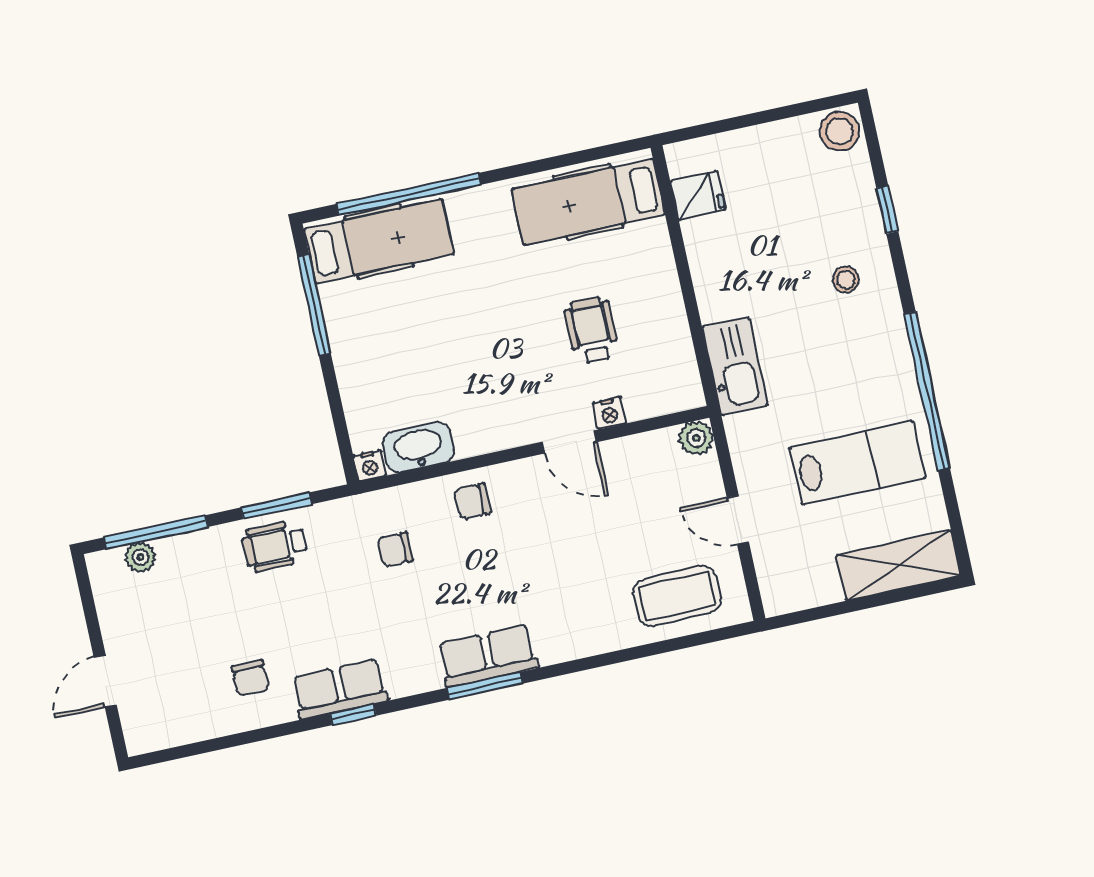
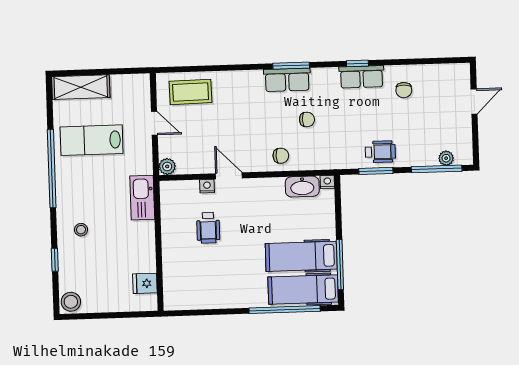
hospital bed: (588, 202) -> (301, 256), moved, turned 180
chair: (395, 550) -> (307, 119), moved
chair: (250, 678) -> (404, 90), turned 180

